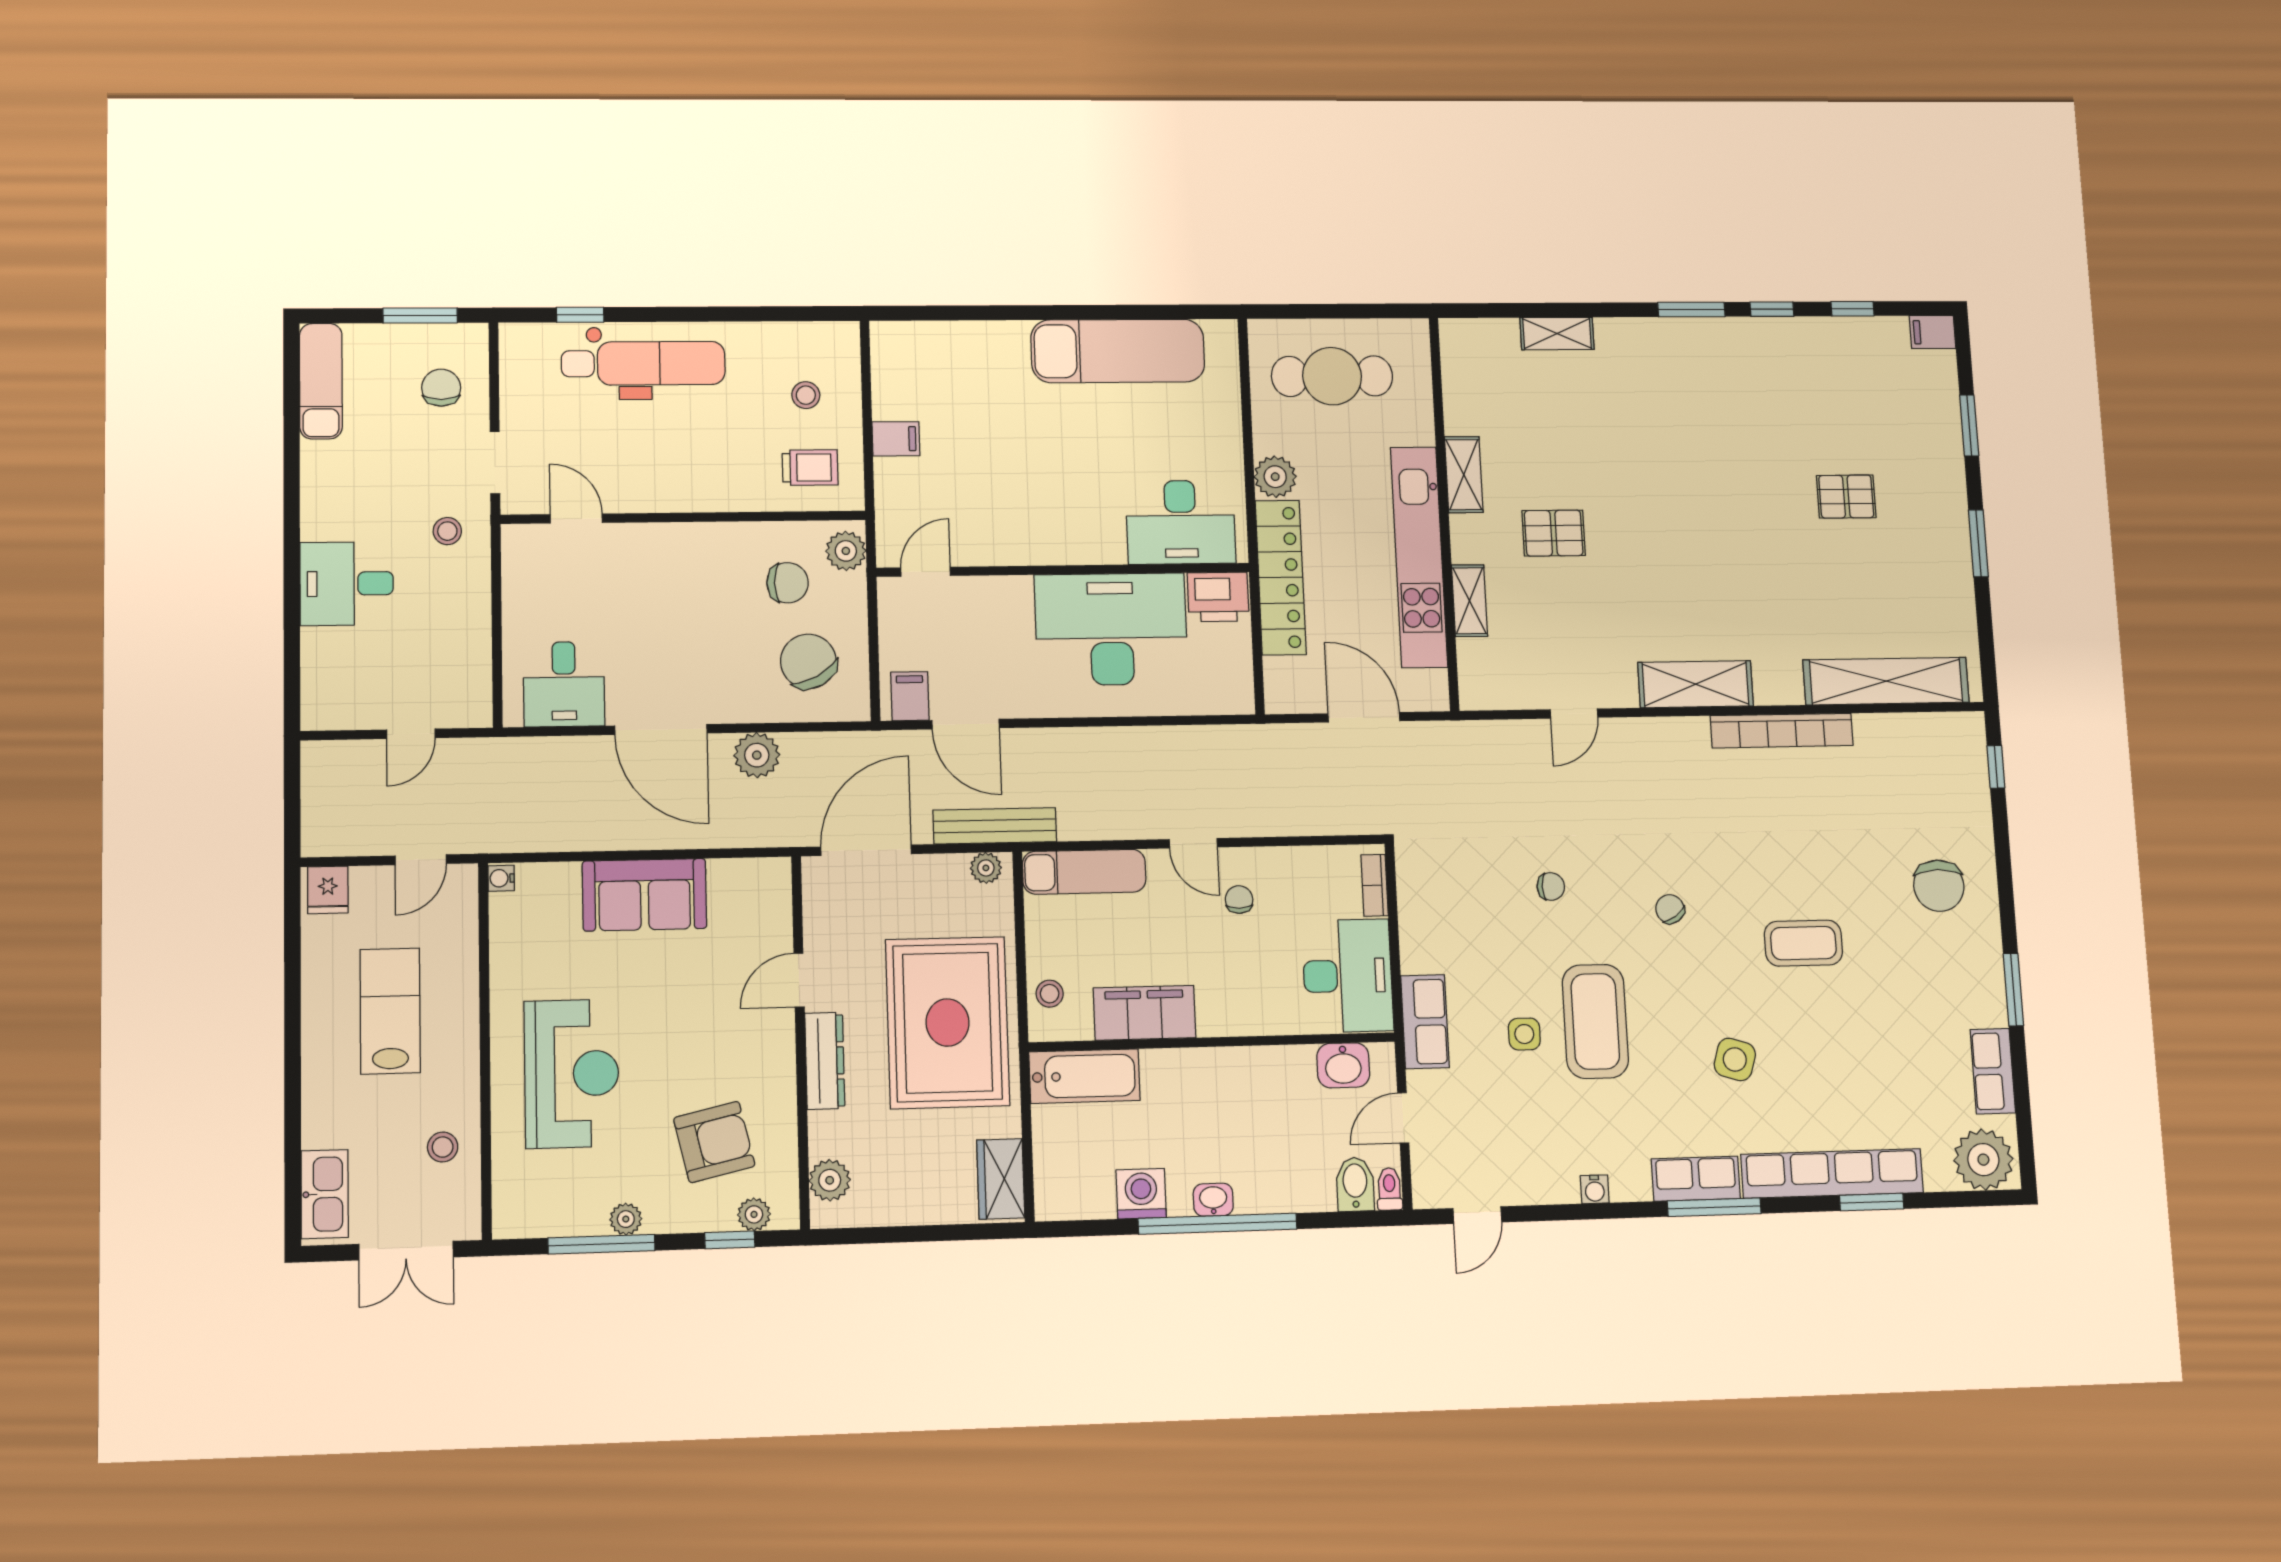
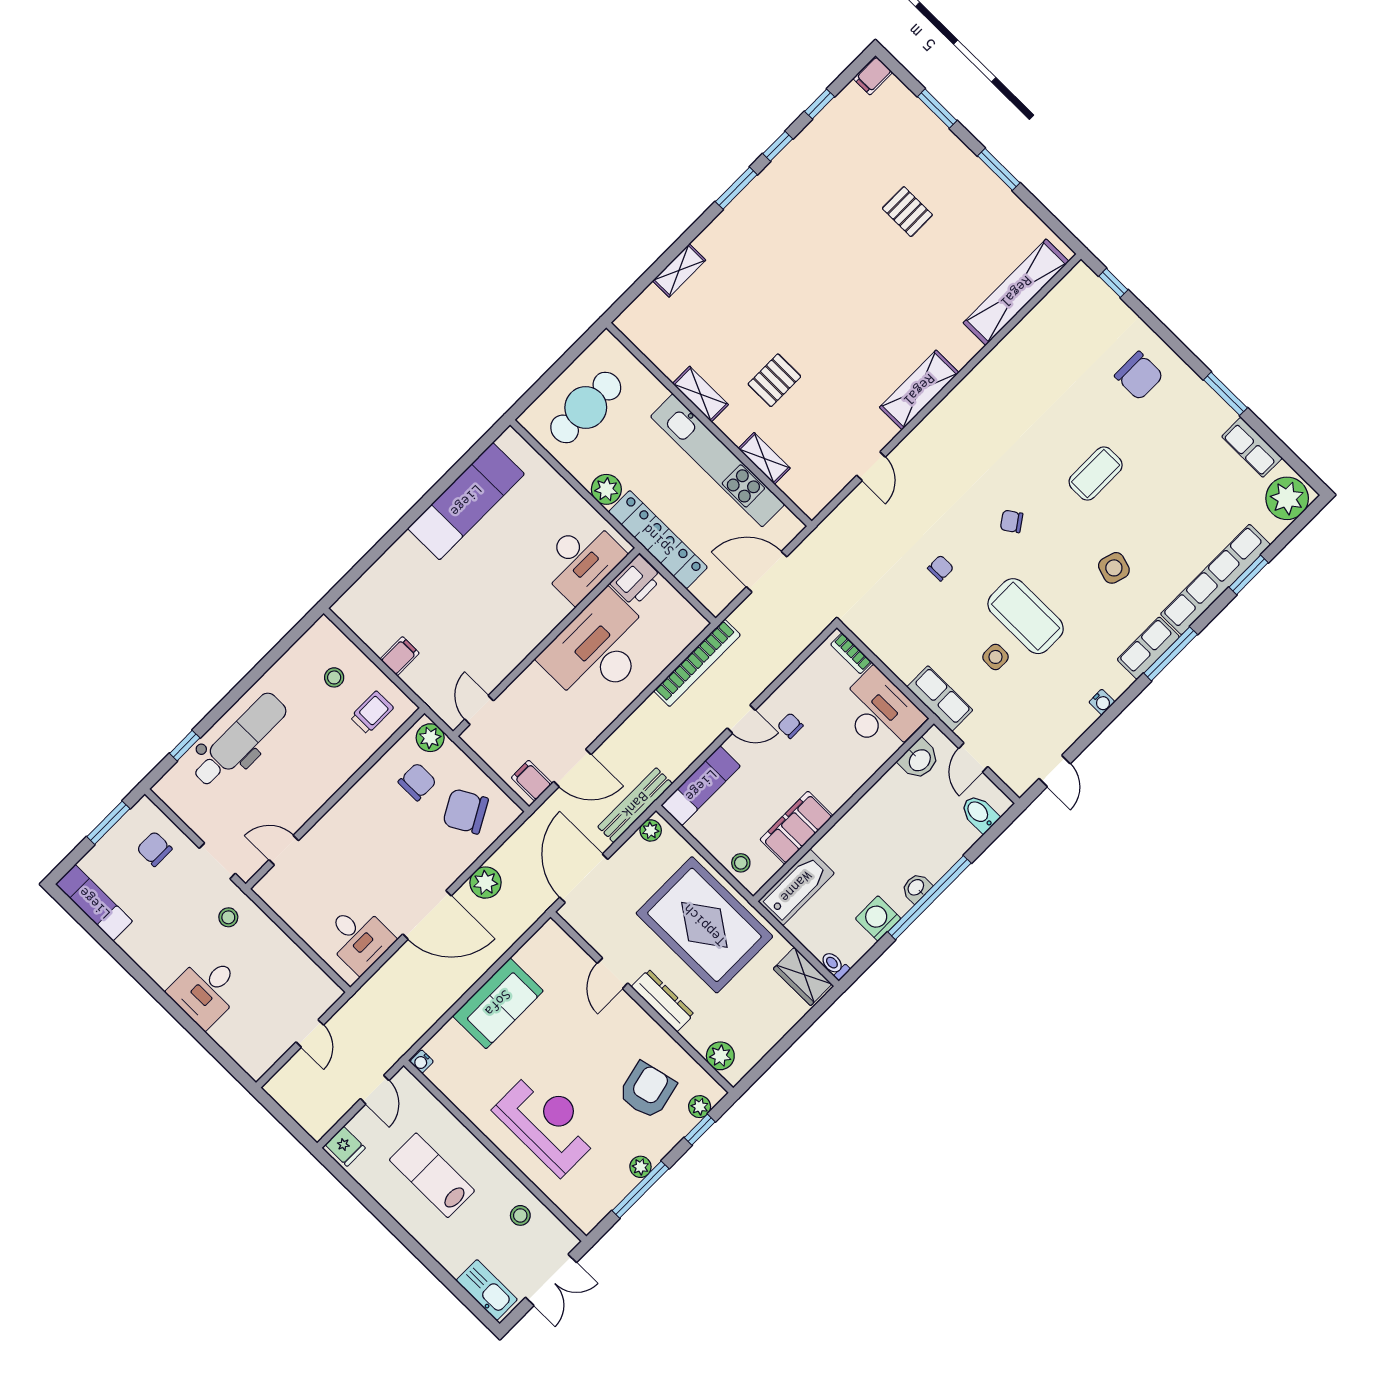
pallet: (1846, 497) -> (907, 212), turned 90
bookcase: (1782, 731) -> (697, 663), moved
toilet: (1389, 1189) -> (835, 965), moved

